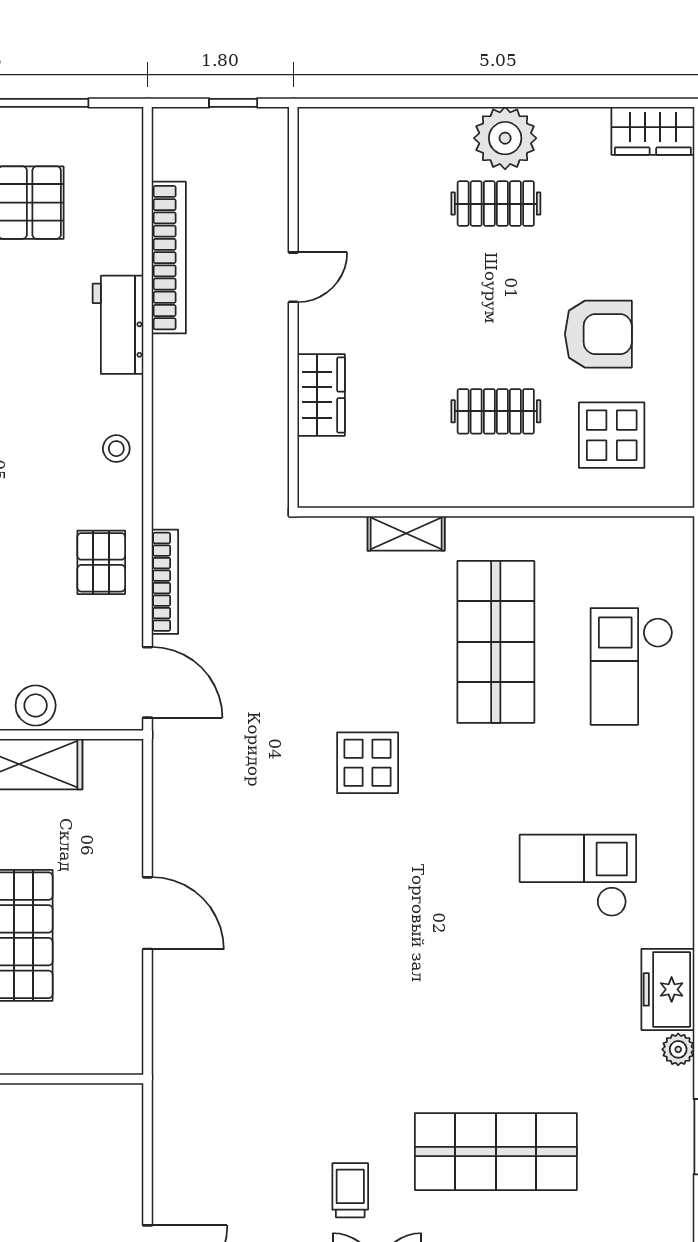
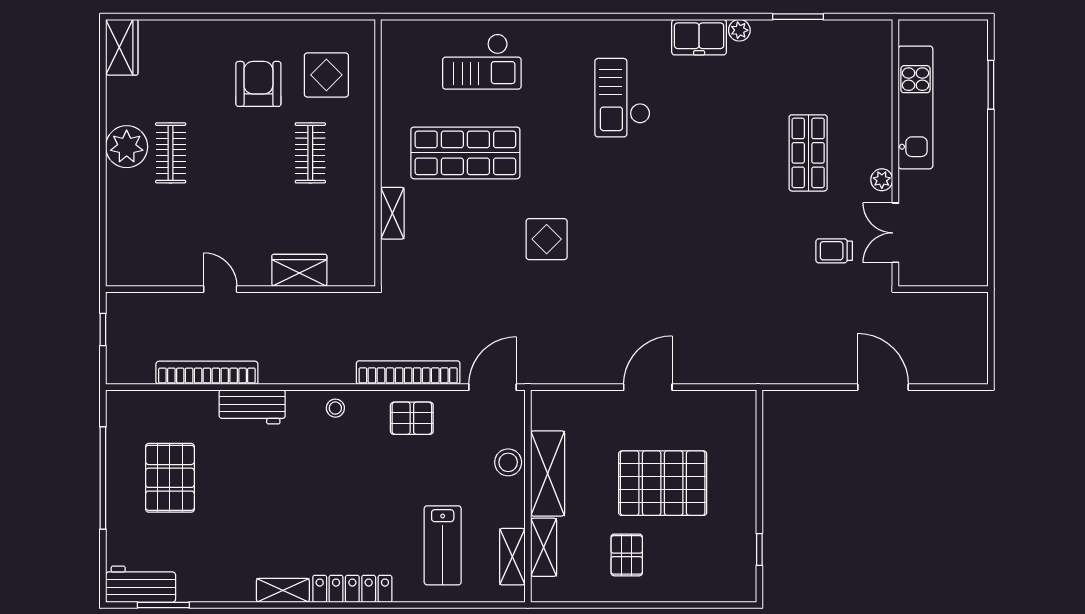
bookcase: (165, 582) -> (408, 373), width x1.48, depth x1.31
shop shelf: (496, 1152) -> (808, 153), width x0.70, depth x0.74

